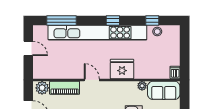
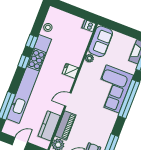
window: (152, 20) -> (32, 42), moved
fridge: (122, 69) -> (71, 71), width x0.53, depth x0.75
kitchen counter: (58, 71) -> (49, 126), added

